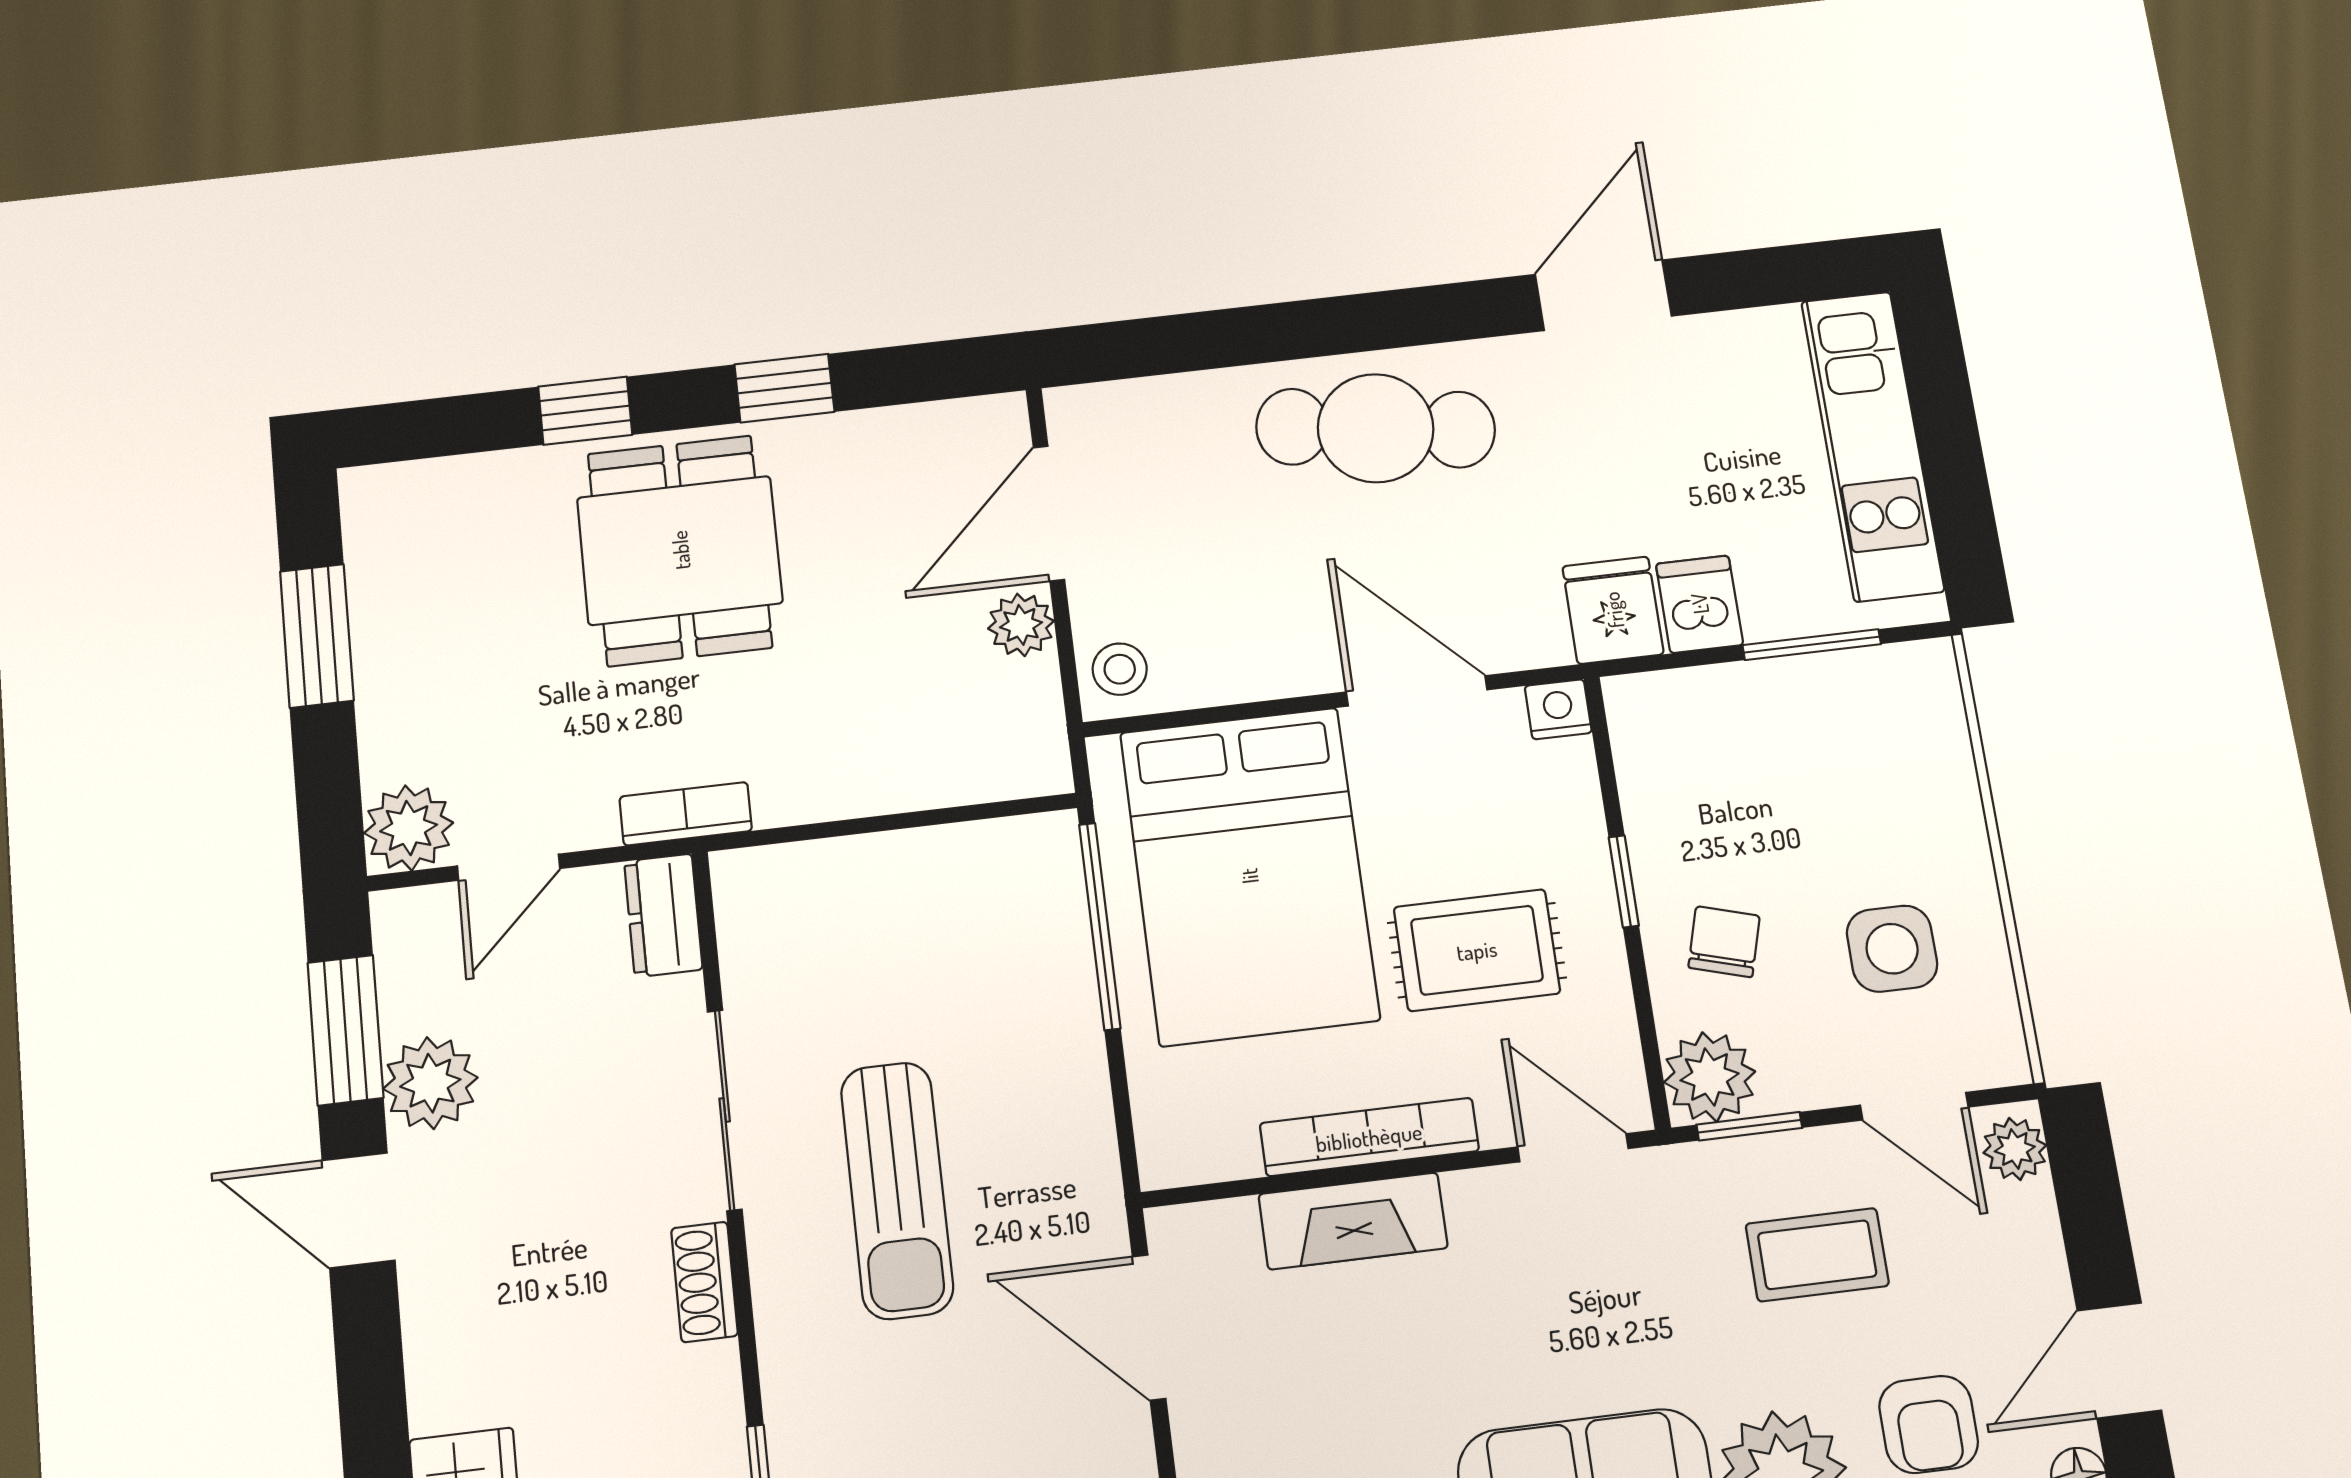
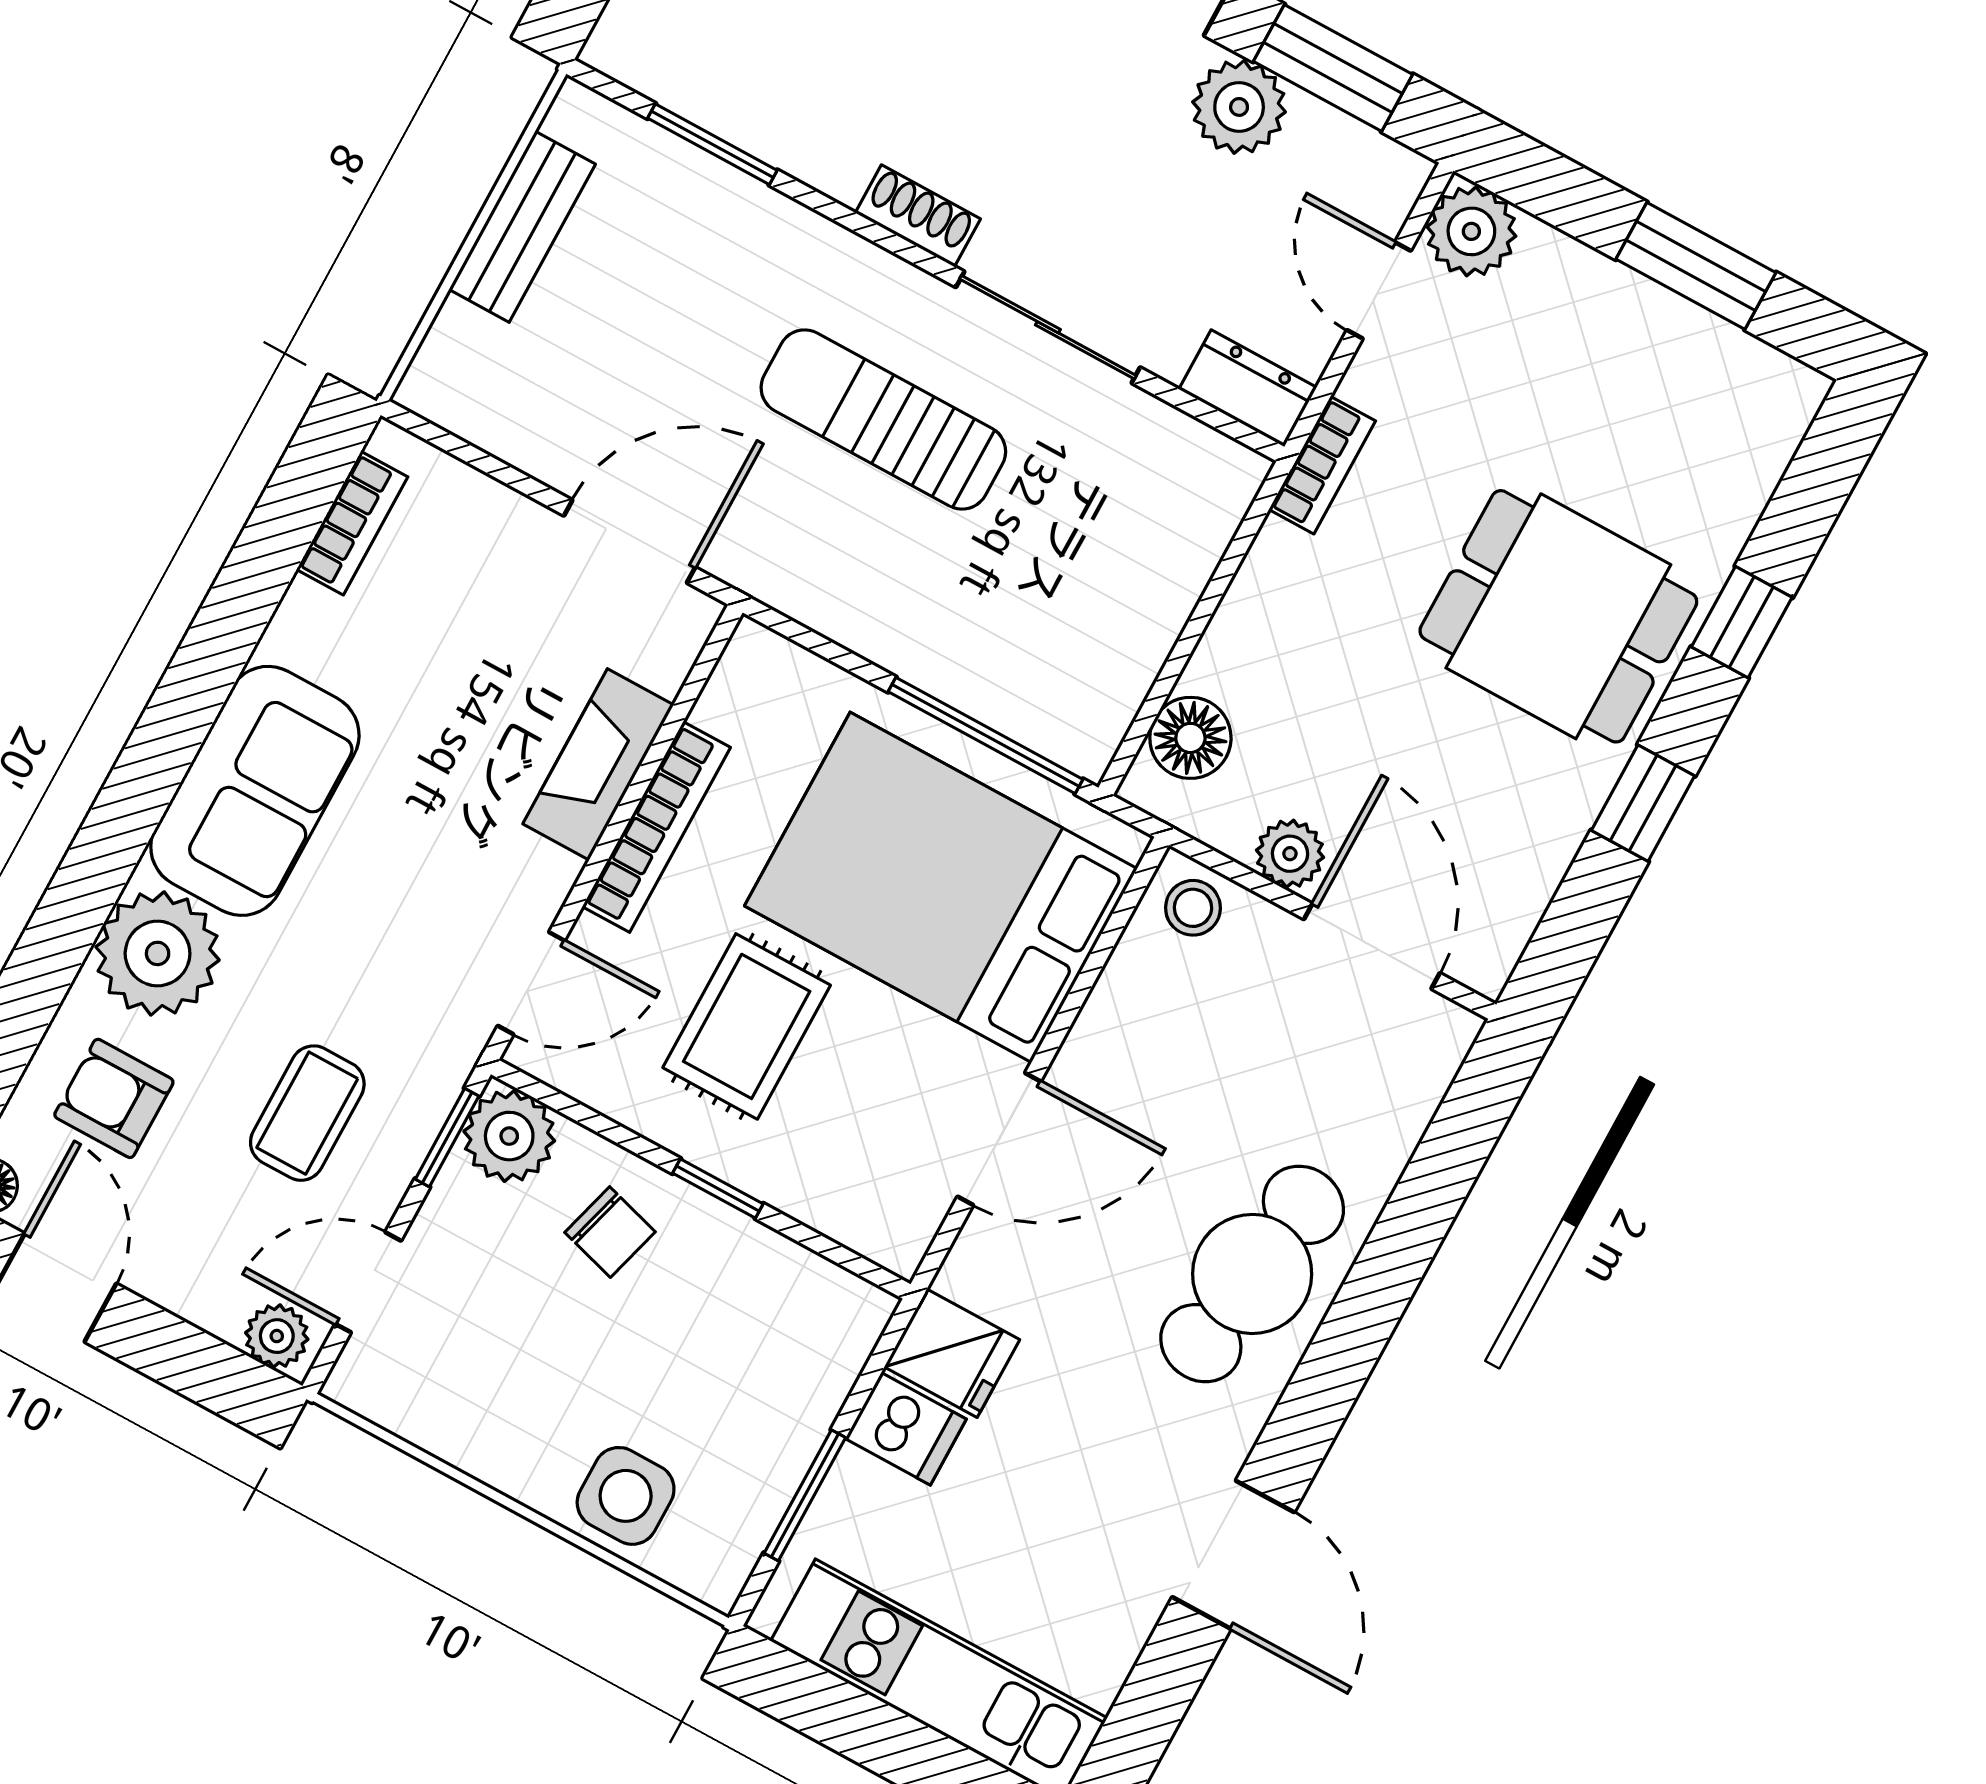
nightstand: (1558, 709) -> (900, 1244), removed
floor lamp: (984, 765) -> (1190, 738), added
side table: (1892, 949) -> (626, 1496), moved

